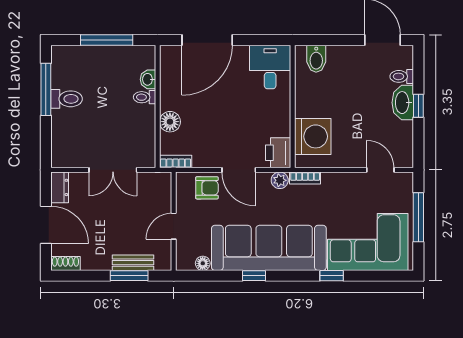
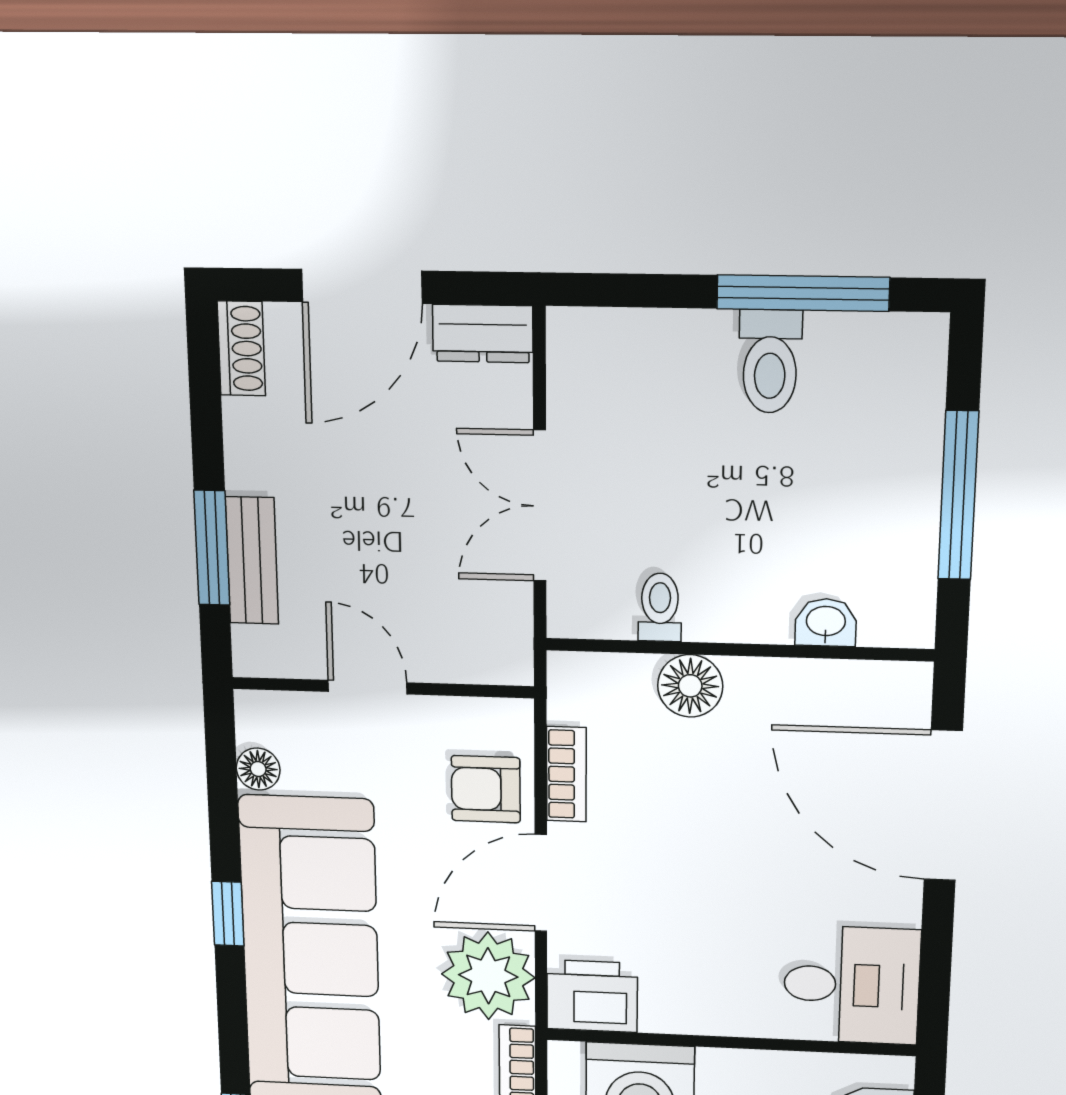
toilet: (145, 97) -> (660, 607), moved
bookcase: (176, 161) -> (566, 774), moved
plant: (280, 180) -> (488, 976), width x1.88, depth x1.88
armchair: (207, 188) -> (486, 789), turned 90

